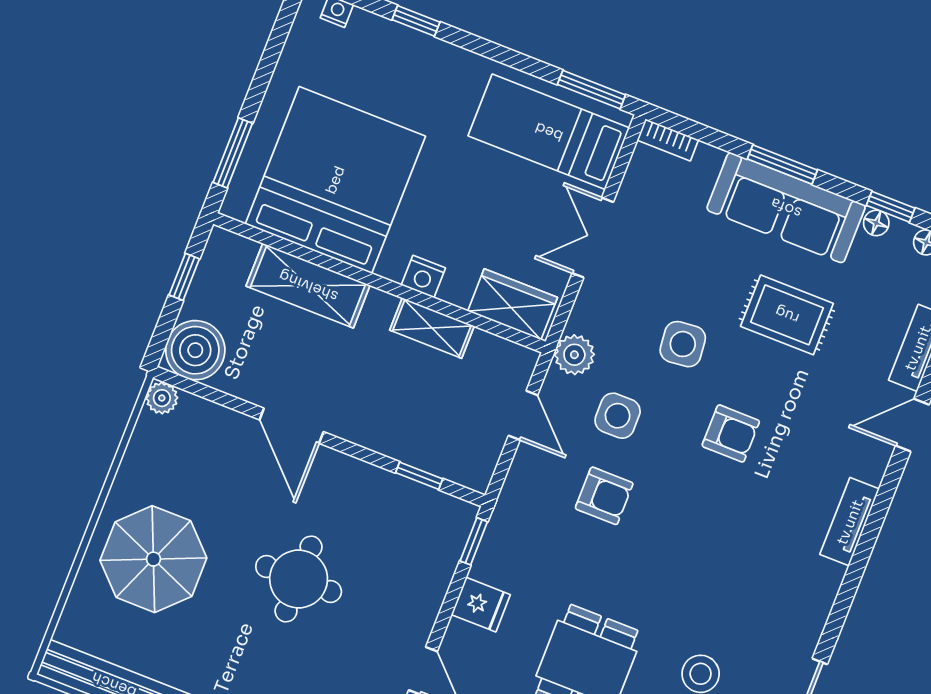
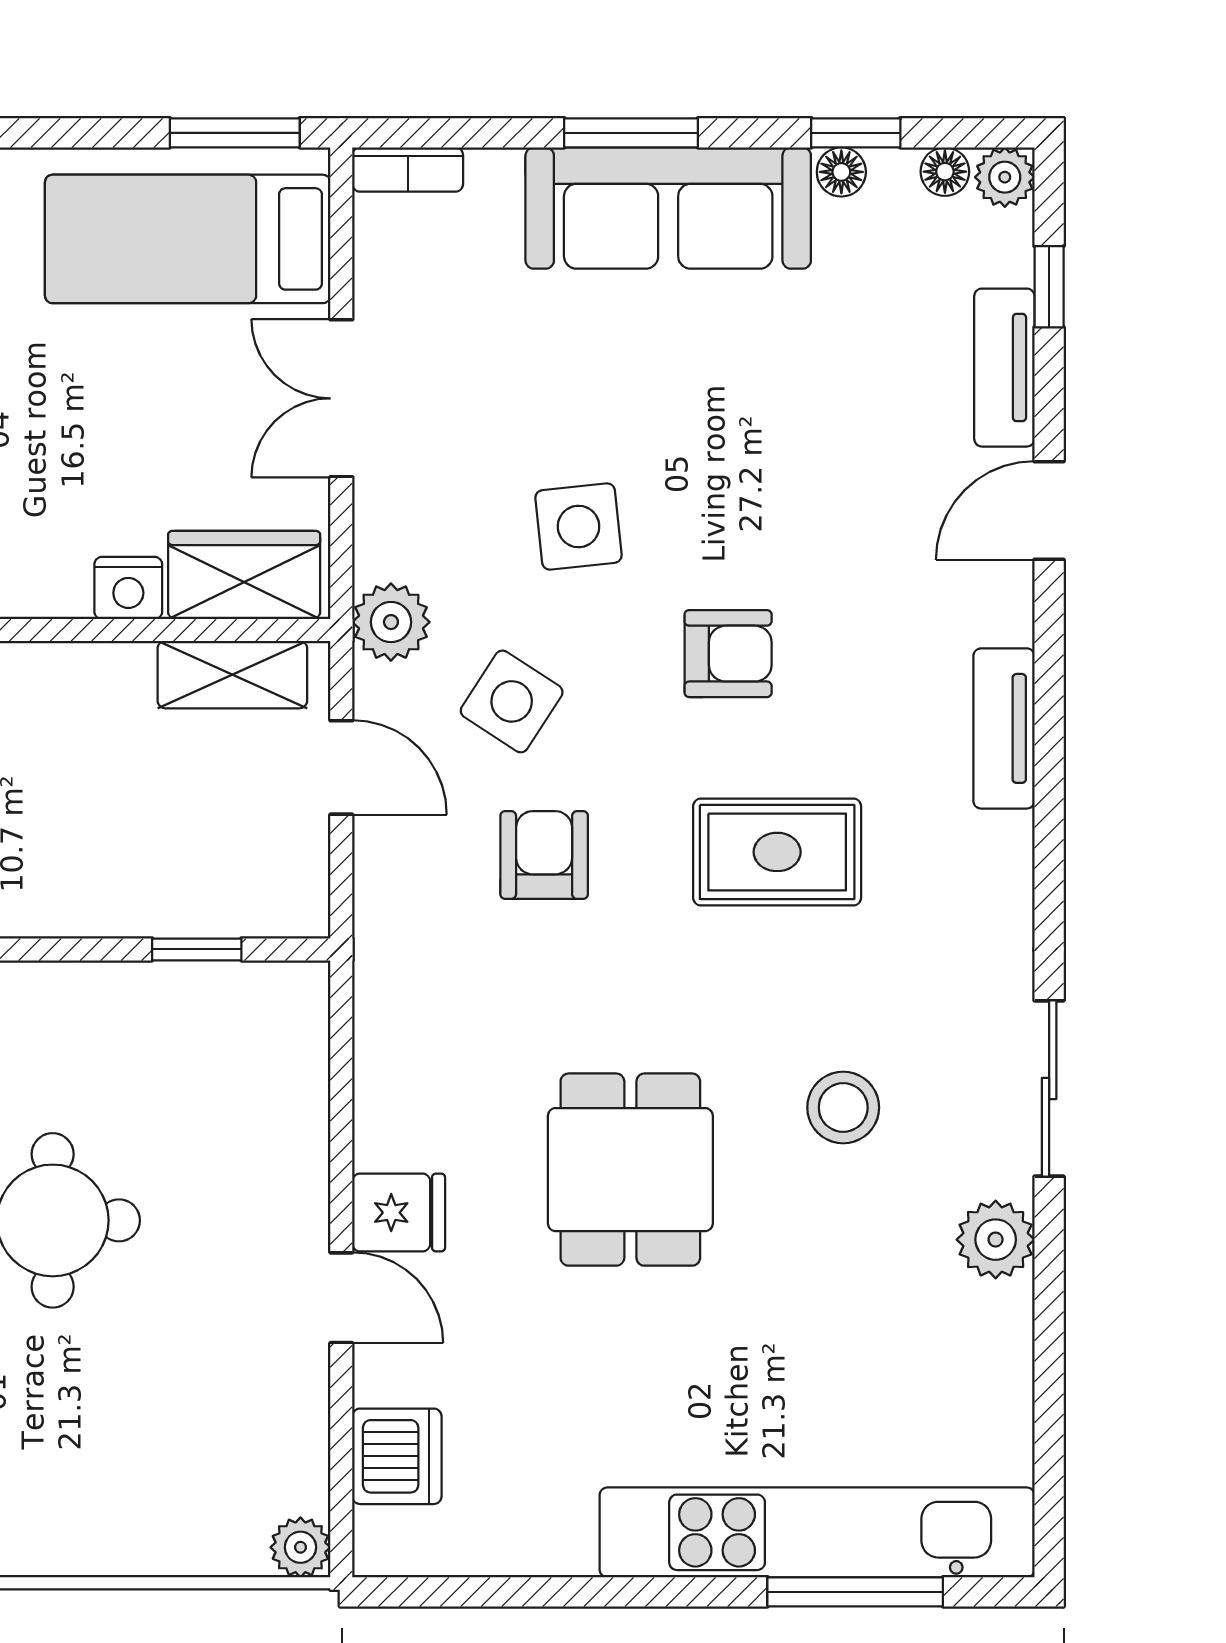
nightstand: (423, 277) -> (128, 588), moved
rug: (787, 315) -> (777, 852), moved
shelving: (432, 328) -> (232, 675), moved
side table: (618, 416) -> (512, 701), turned 33
armchair: (604, 496) -> (544, 855), turned -90
window: (474, 541) -> (341, 1029), removed
fridge: (481, 605) -> (399, 1213), moved

